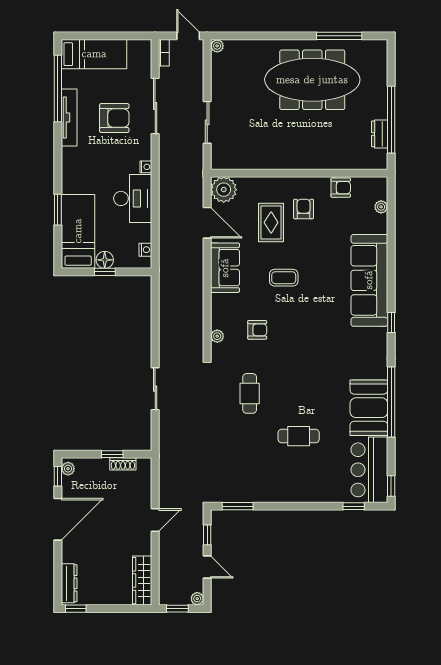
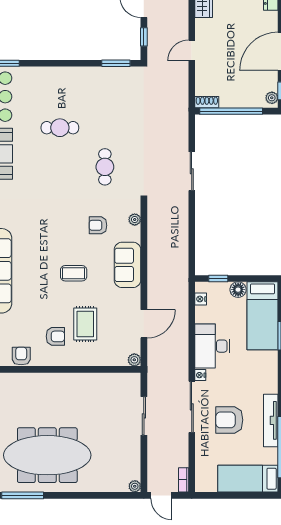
sliding door: (155, 106) -> (192, 407), moved
armchair: (341, 188) -> (21, 356), turned 90
plant: (224, 190) -> (134, 360), width x0.53, depth x0.53
armchair: (304, 209) -> (55, 336), turned -90
door: (207, 223) -> (144, 324), swing flipped
sofa: (225, 268) -> (128, 265), moved
window: (105, 272) -> (218, 279), moved
window: (112, 454) -> (231, 111), width x3.17
shoe rack: (123, 464) -> (207, 102), moved

